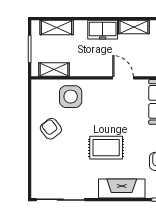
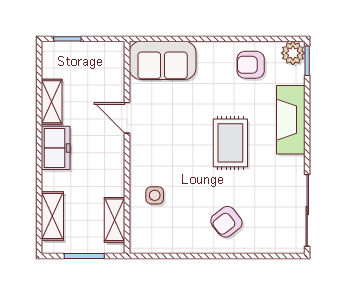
door: (123, 78) -> (127, 118), hinge flipped
side table: (71, 97) -> (155, 195), width x0.54, depth x0.54
armchair: (51, 129) -> (226, 222), moved

